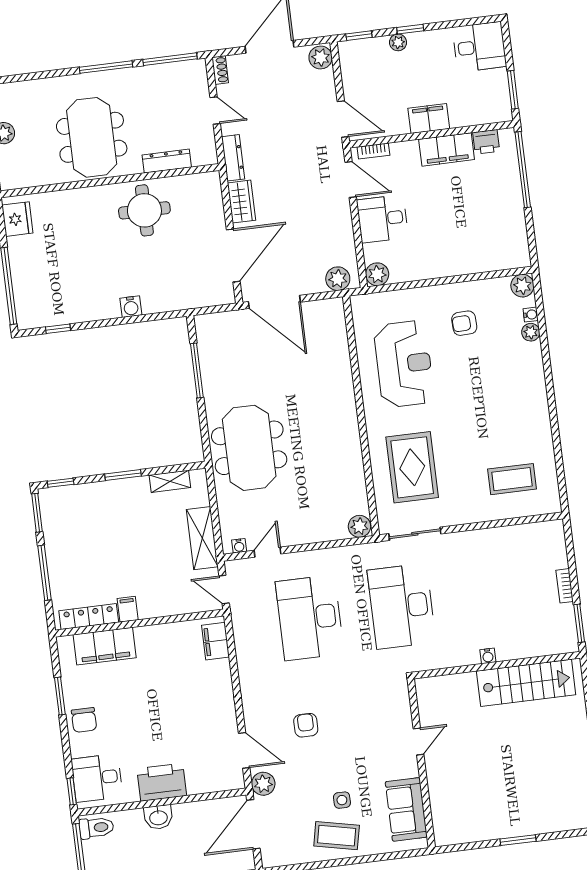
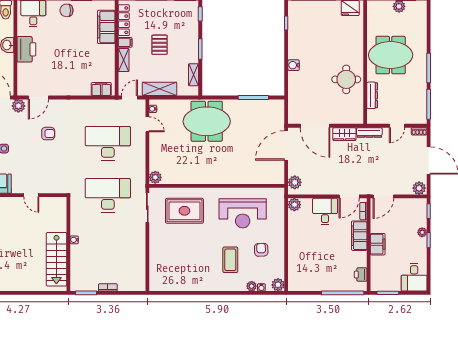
filing cabinet: (447, 149) -> (359, 236), moved
coffee table: (512, 479) -> (230, 260), moved
pallet: (124, 548) -> (160, 45), added
shelving: (159, 608) -> (124, 60), added

